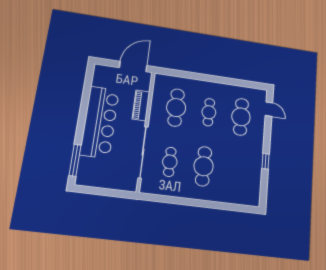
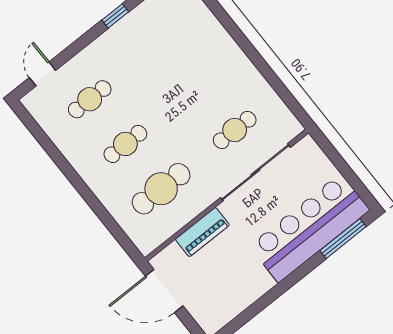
cafe table: (241, 117) -> (90, 99), width x0.73, depth x0.74
bar counter: (100, 122) -> (309, 228), moved
cafe table: (204, 166) -> (199, 85), removed

